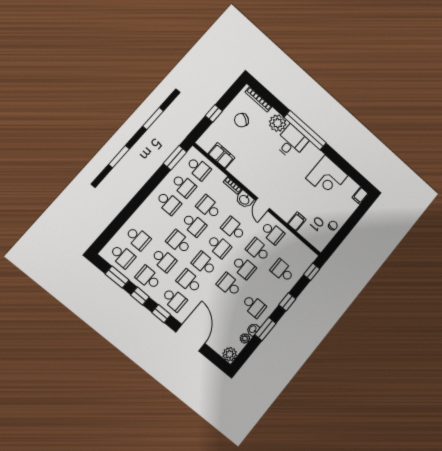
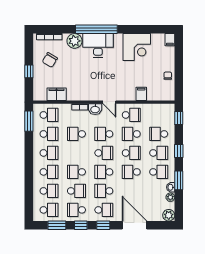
desk: (291, 142) -> (98, 45), width x1.37
school desk: (194, 225) -> (49, 172), moved
school desk: (268, 288) -> (159, 153), added

